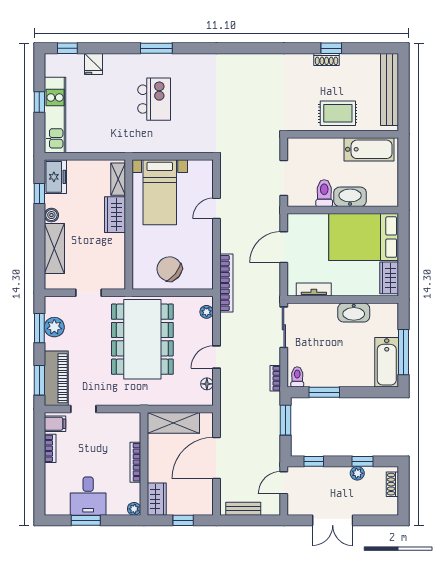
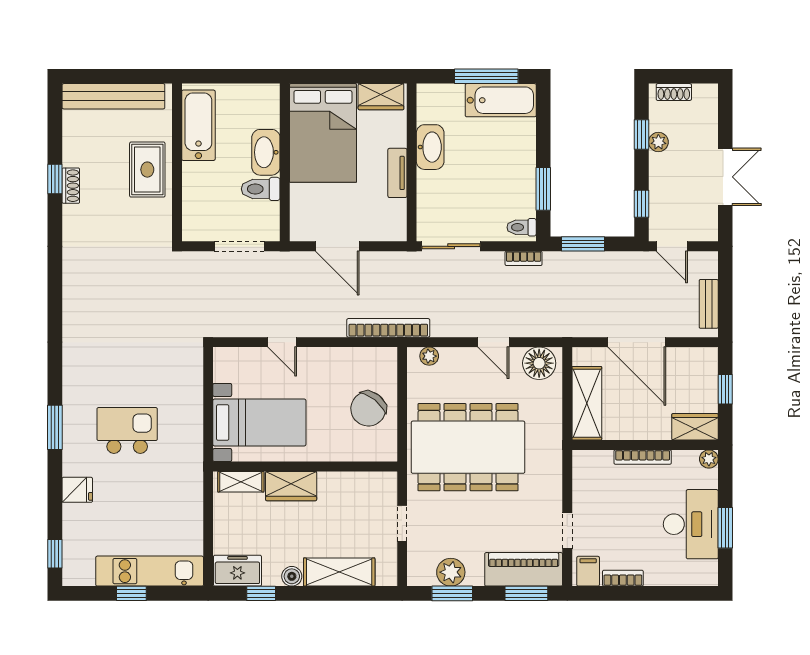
fridge: (94, 64) -> (77, 490), moved
tv unit: (314, 289) -> (397, 173), moved
floor lamp: (207, 384) -> (539, 363), width x1.89, depth x1.89
desk: (88, 496) -> (691, 524), width x1.37

